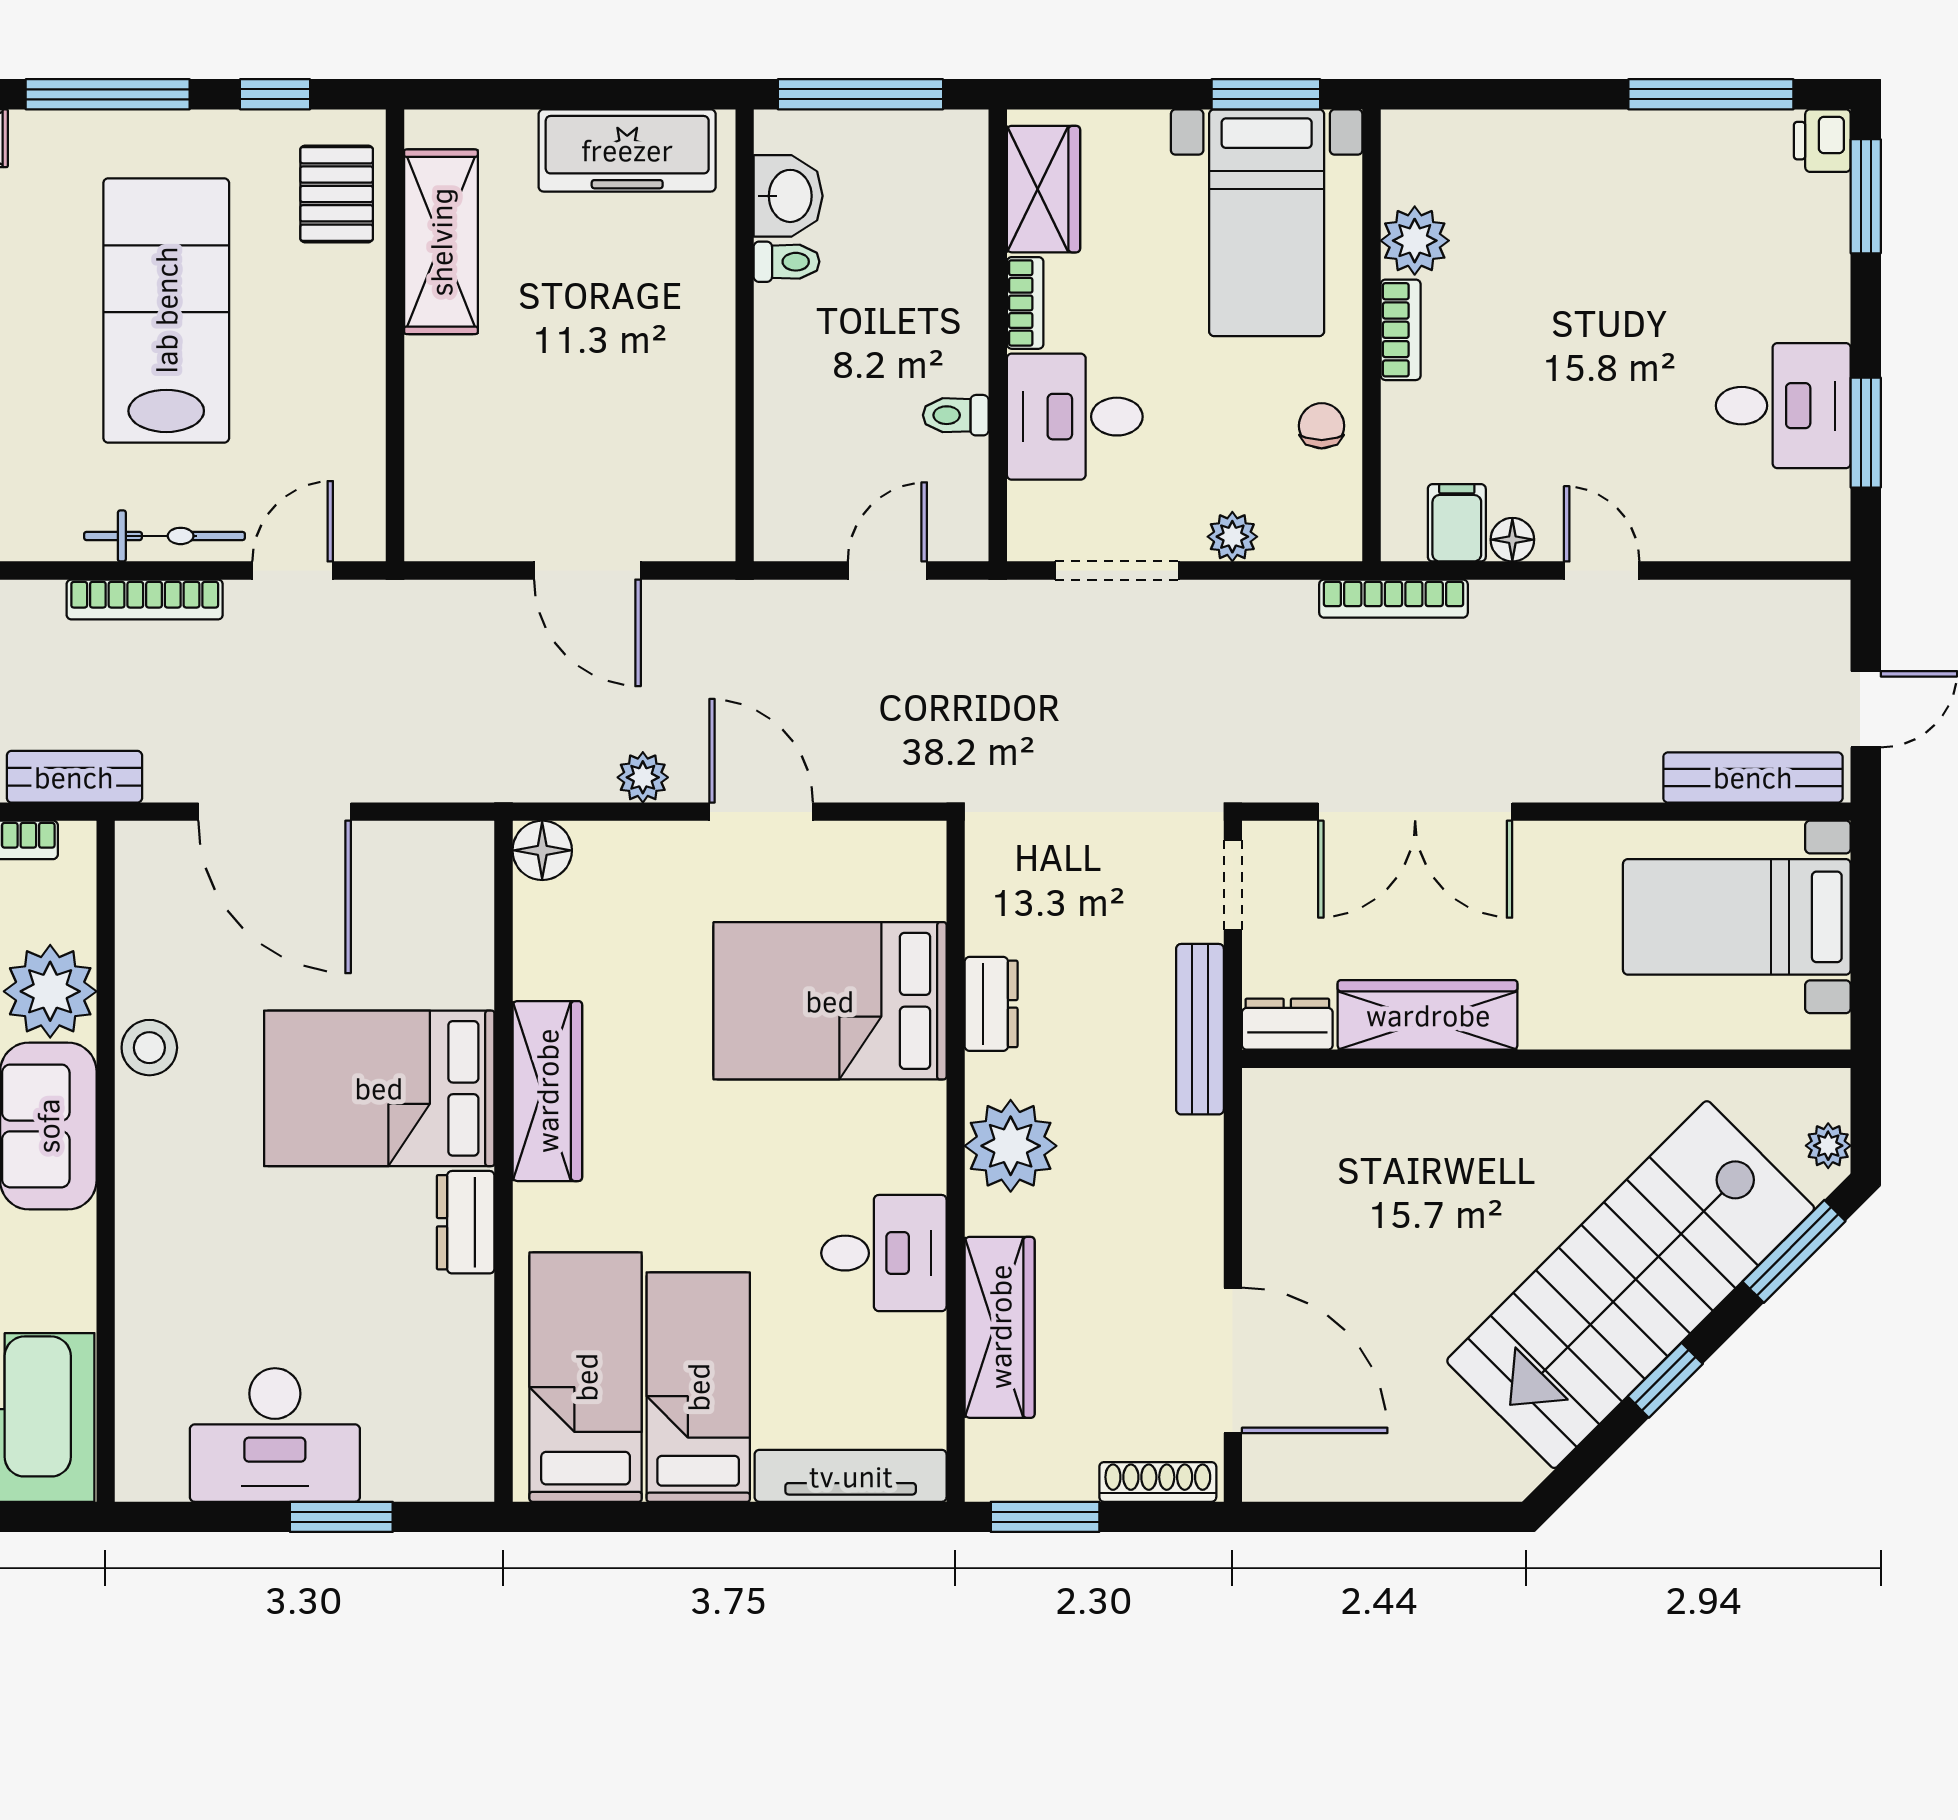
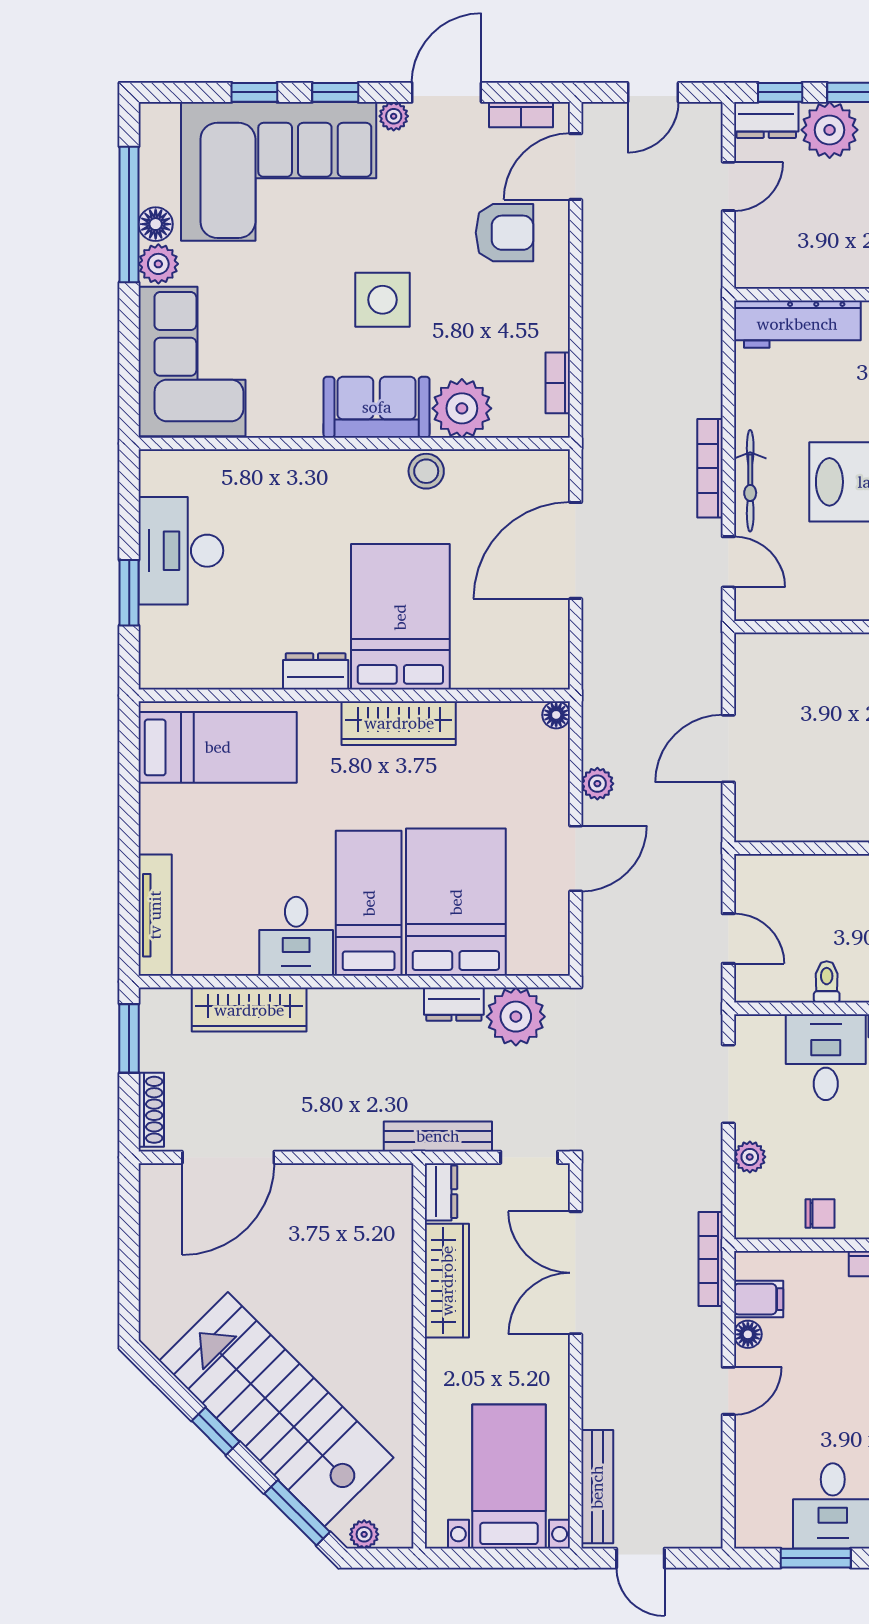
bench: (74, 777) -> (598, 424), removed
floor lamp: (542, 850) -> (556, 715), width x0.73, depth x0.73
plant: (1011, 1146) -> (516, 1017), moved
bed: (698, 1387) -> (369, 903), moved, turned -90

